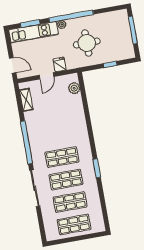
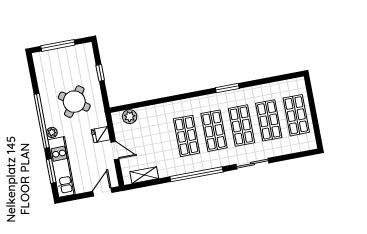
round table: (87, 43) -> (74, 102), turned 35
shop shelf: (58, 135) -> (187, 136), added
sliding door: (35, 188) -> (252, 164), width x0.73

